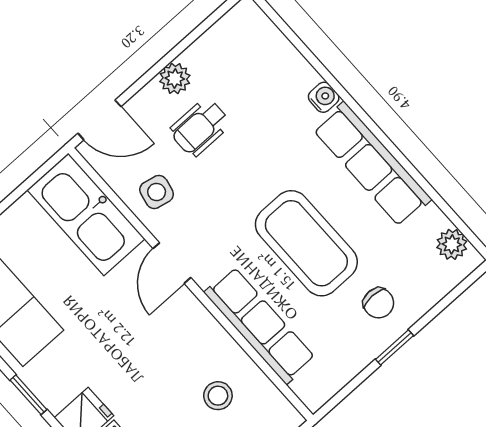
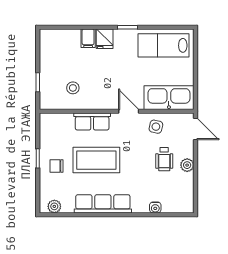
water cooler: (324, 97) -> (155, 207), moved
door: (99, 120) -> (195, 129), swing flipped
wheelchair: (200, 127) -> (164, 159), turned 180
row of seats: (260, 325) -> (92, 121), width x0.68

